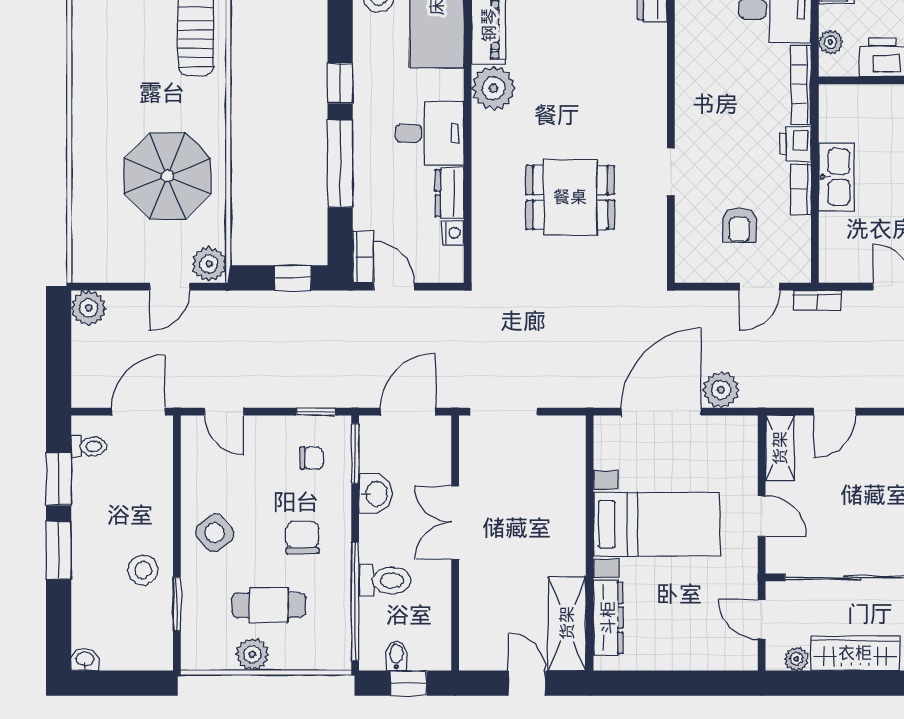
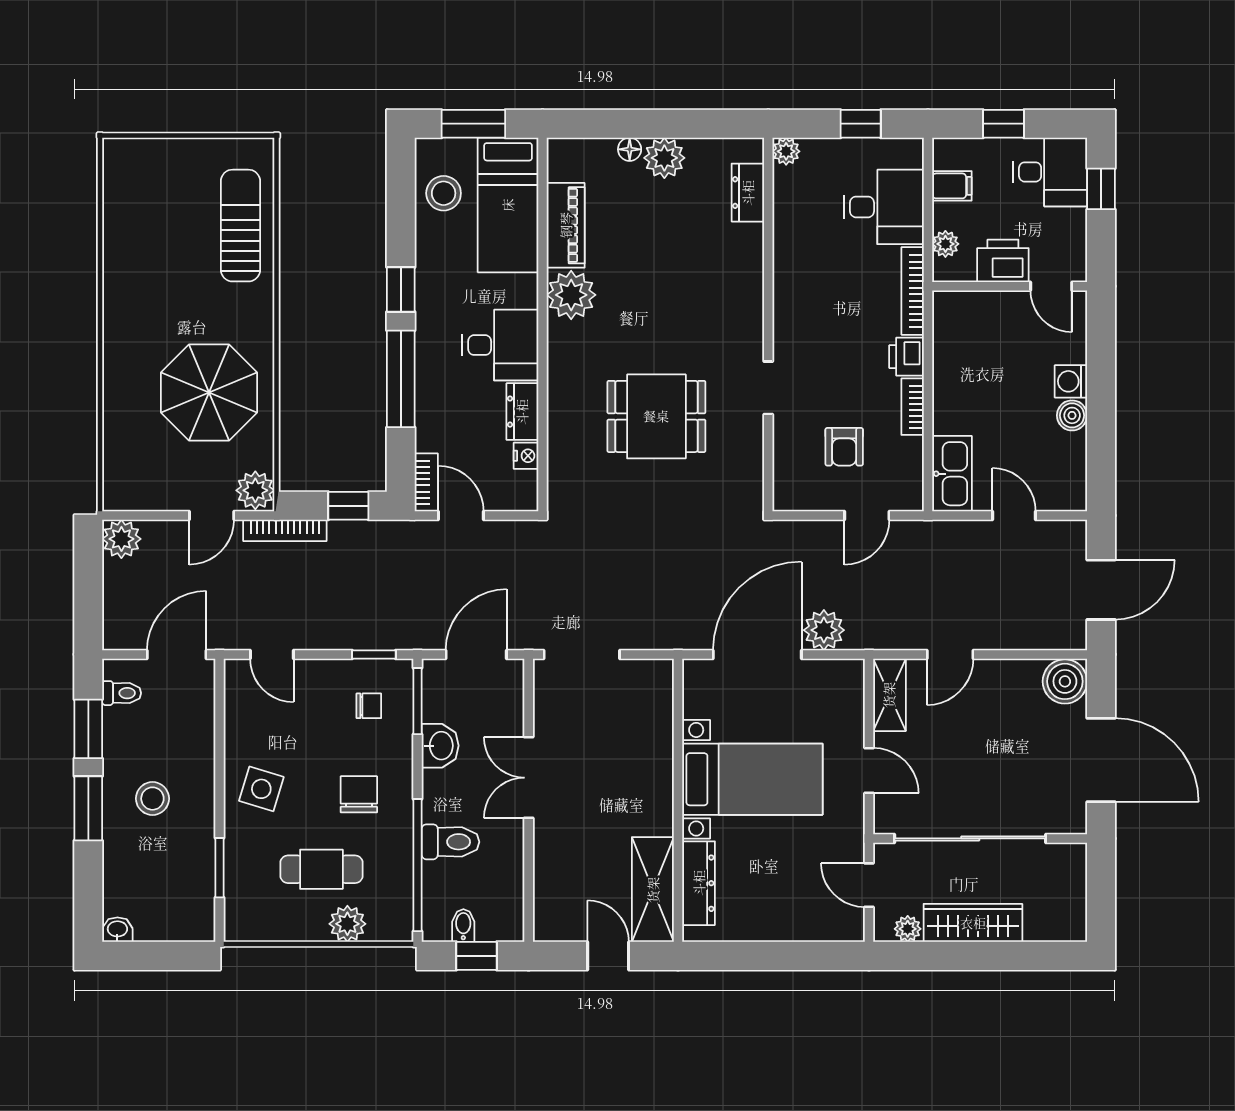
kitchen sink: (836, 177) -> (952, 474), moved
bookcase: (817, 300) -> (285, 530), moved, width x1.56
side table: (215, 533) -> (261, 789), turned -35
stool: (143, 570) -> (152, 799), moved
plant: (252, 654) -> (347, 924), moved

